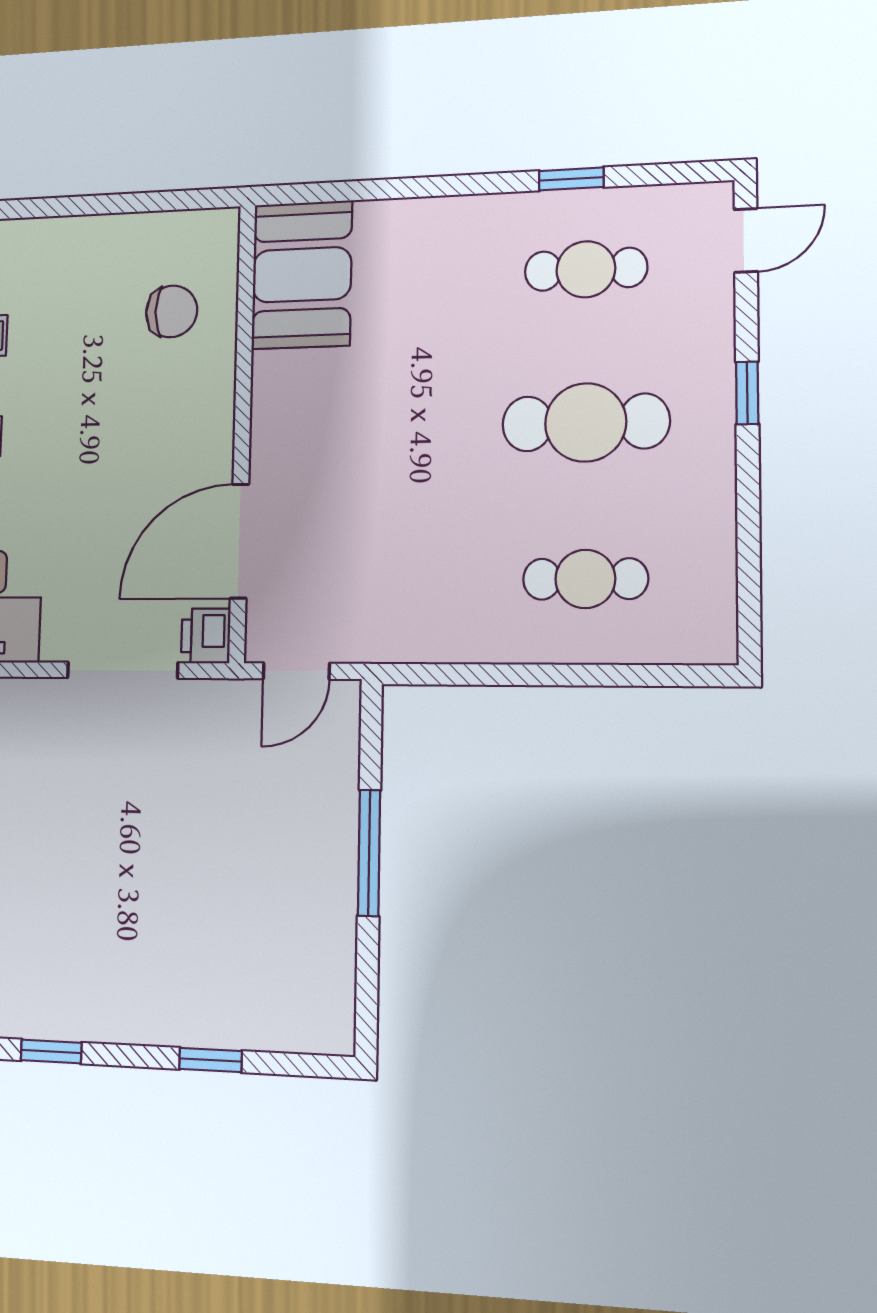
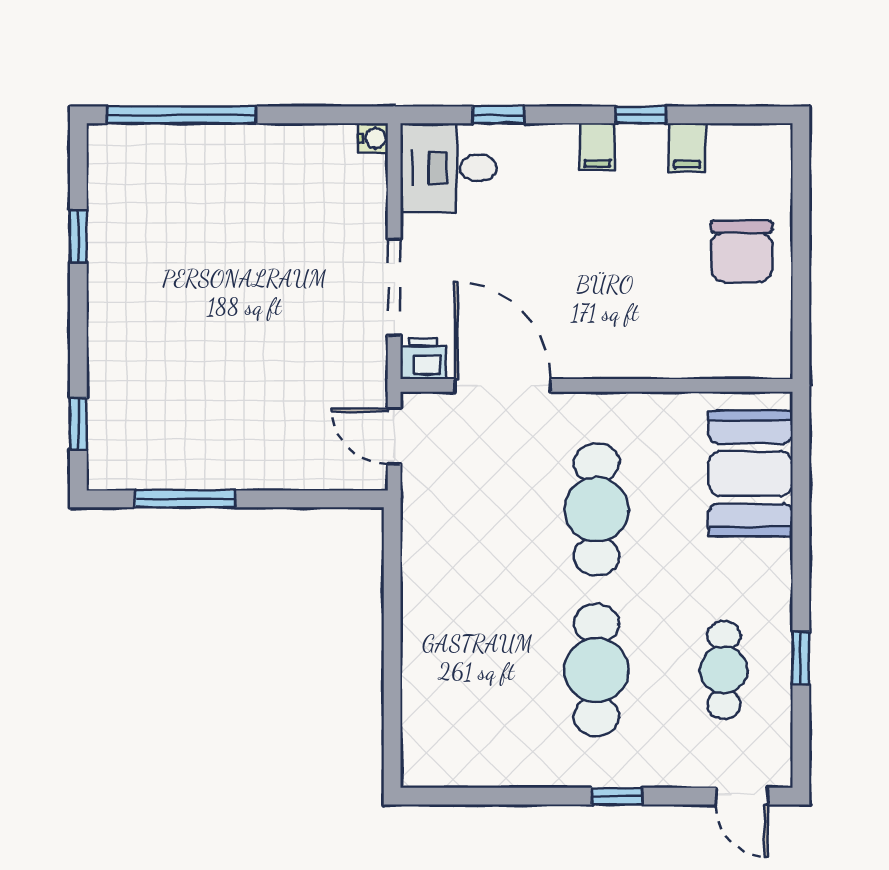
booth: (302, 275) -> (750, 474), moved, turned 90
chair: (172, 311) -> (742, 251), moved, width x1.37, depth x1.37
cafe table: (585, 579) -> (596, 510), moved, width x1.37, depth x1.35
window: (369, 853) -> (185, 499), moved
window: (211, 1060) -> (78, 424), moved

